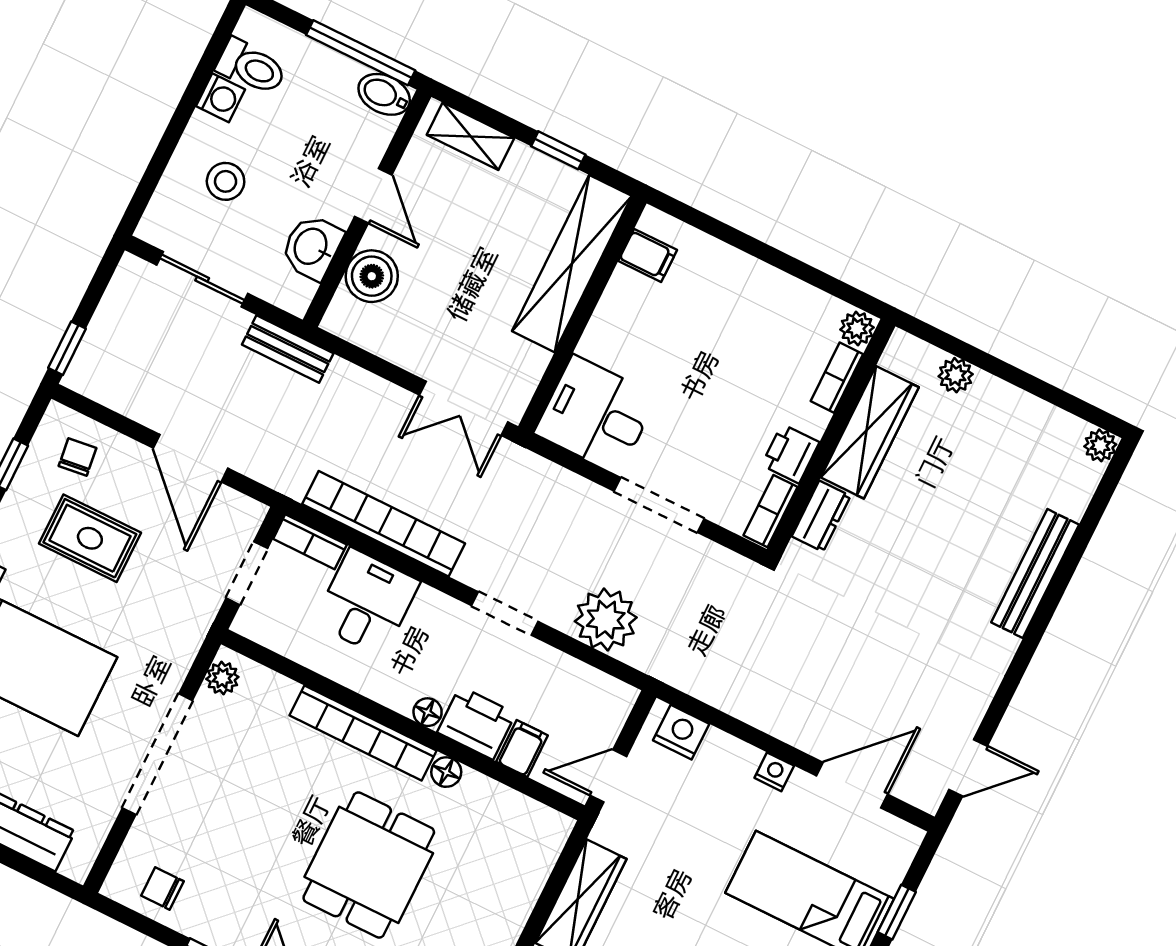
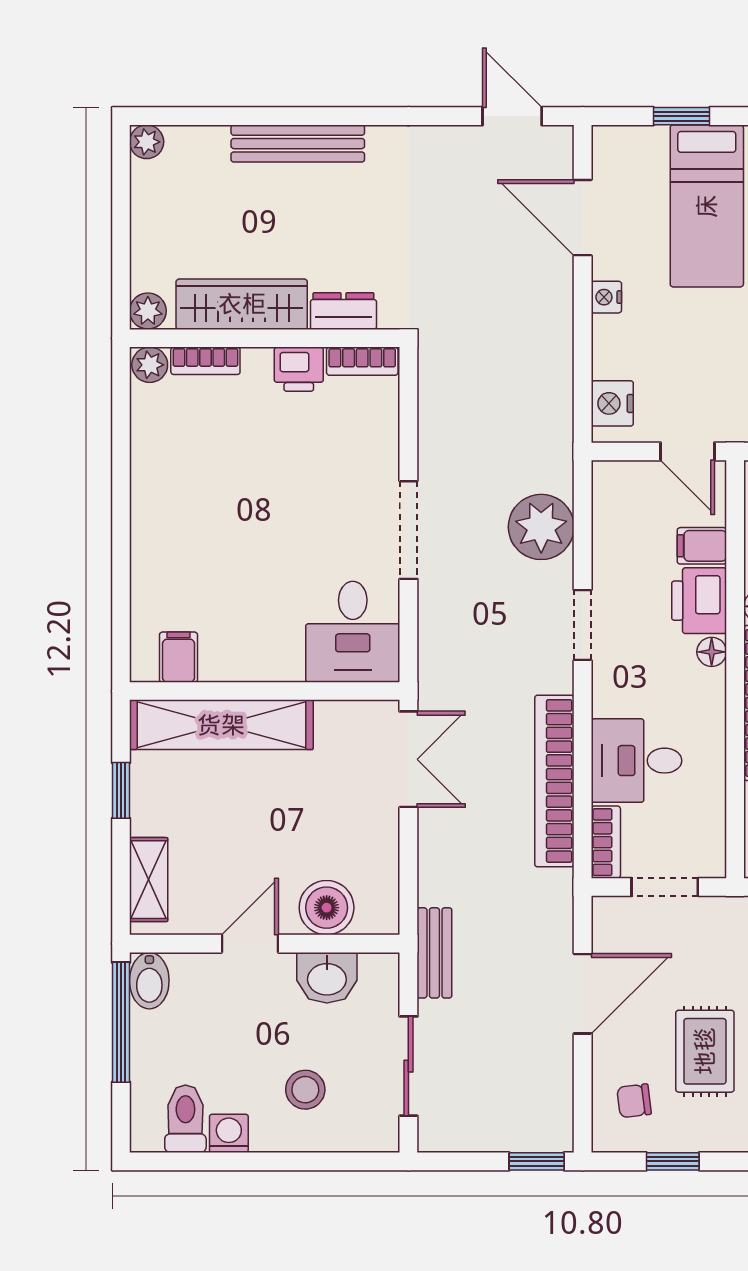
plant: (857, 328) -> (150, 365), moved
bookcase: (837, 378) -> (205, 361), moved
wardrobe: (870, 432) -> (242, 304), moved
wall: (831, 438) -> (265, 338), moved
printer: (790, 454) -> (299, 369), moved
bookcase: (770, 511) -> (362, 361), moved
dresser: (821, 516) -> (343, 311), moved

